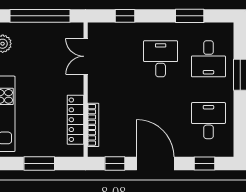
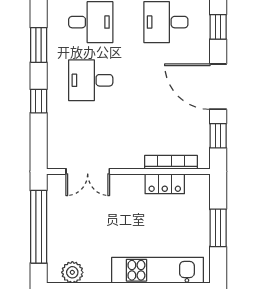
window: (125, 16) -> (39, 101), moved
locker: (75, 120) -> (165, 184), width x0.66
door: (155, 164) -> (218, 87), hinge flipped

